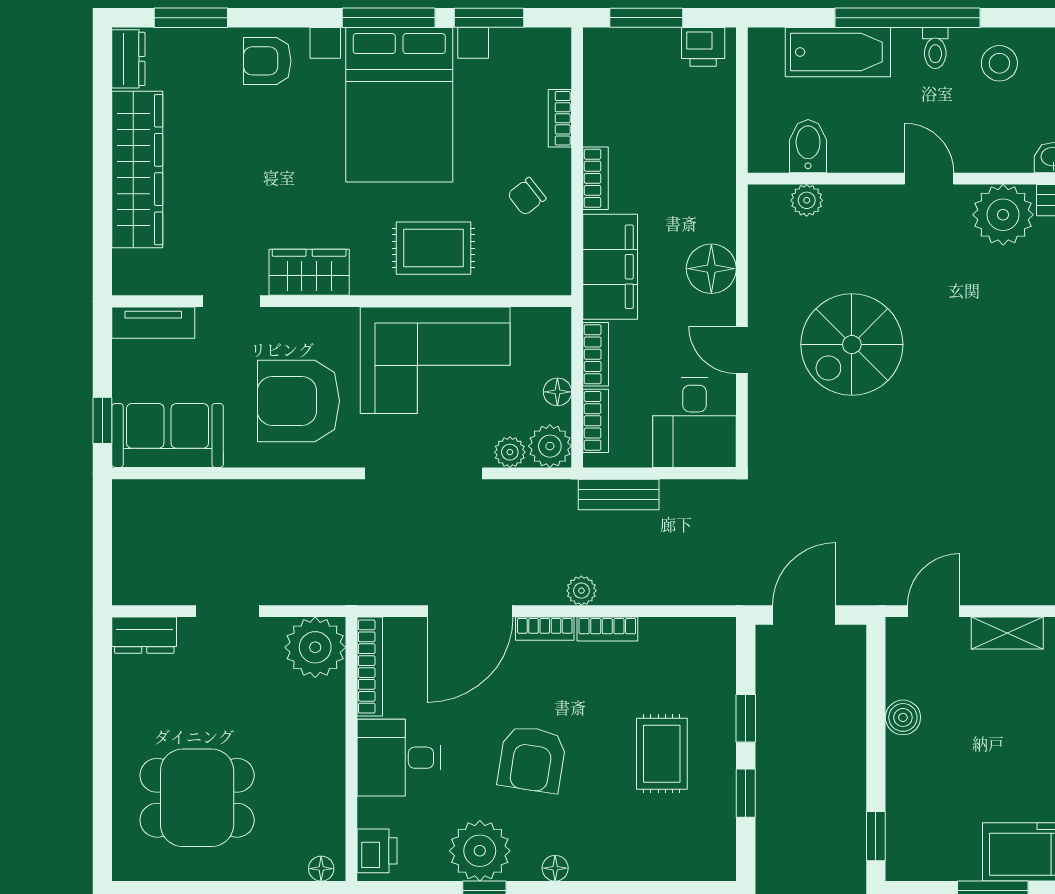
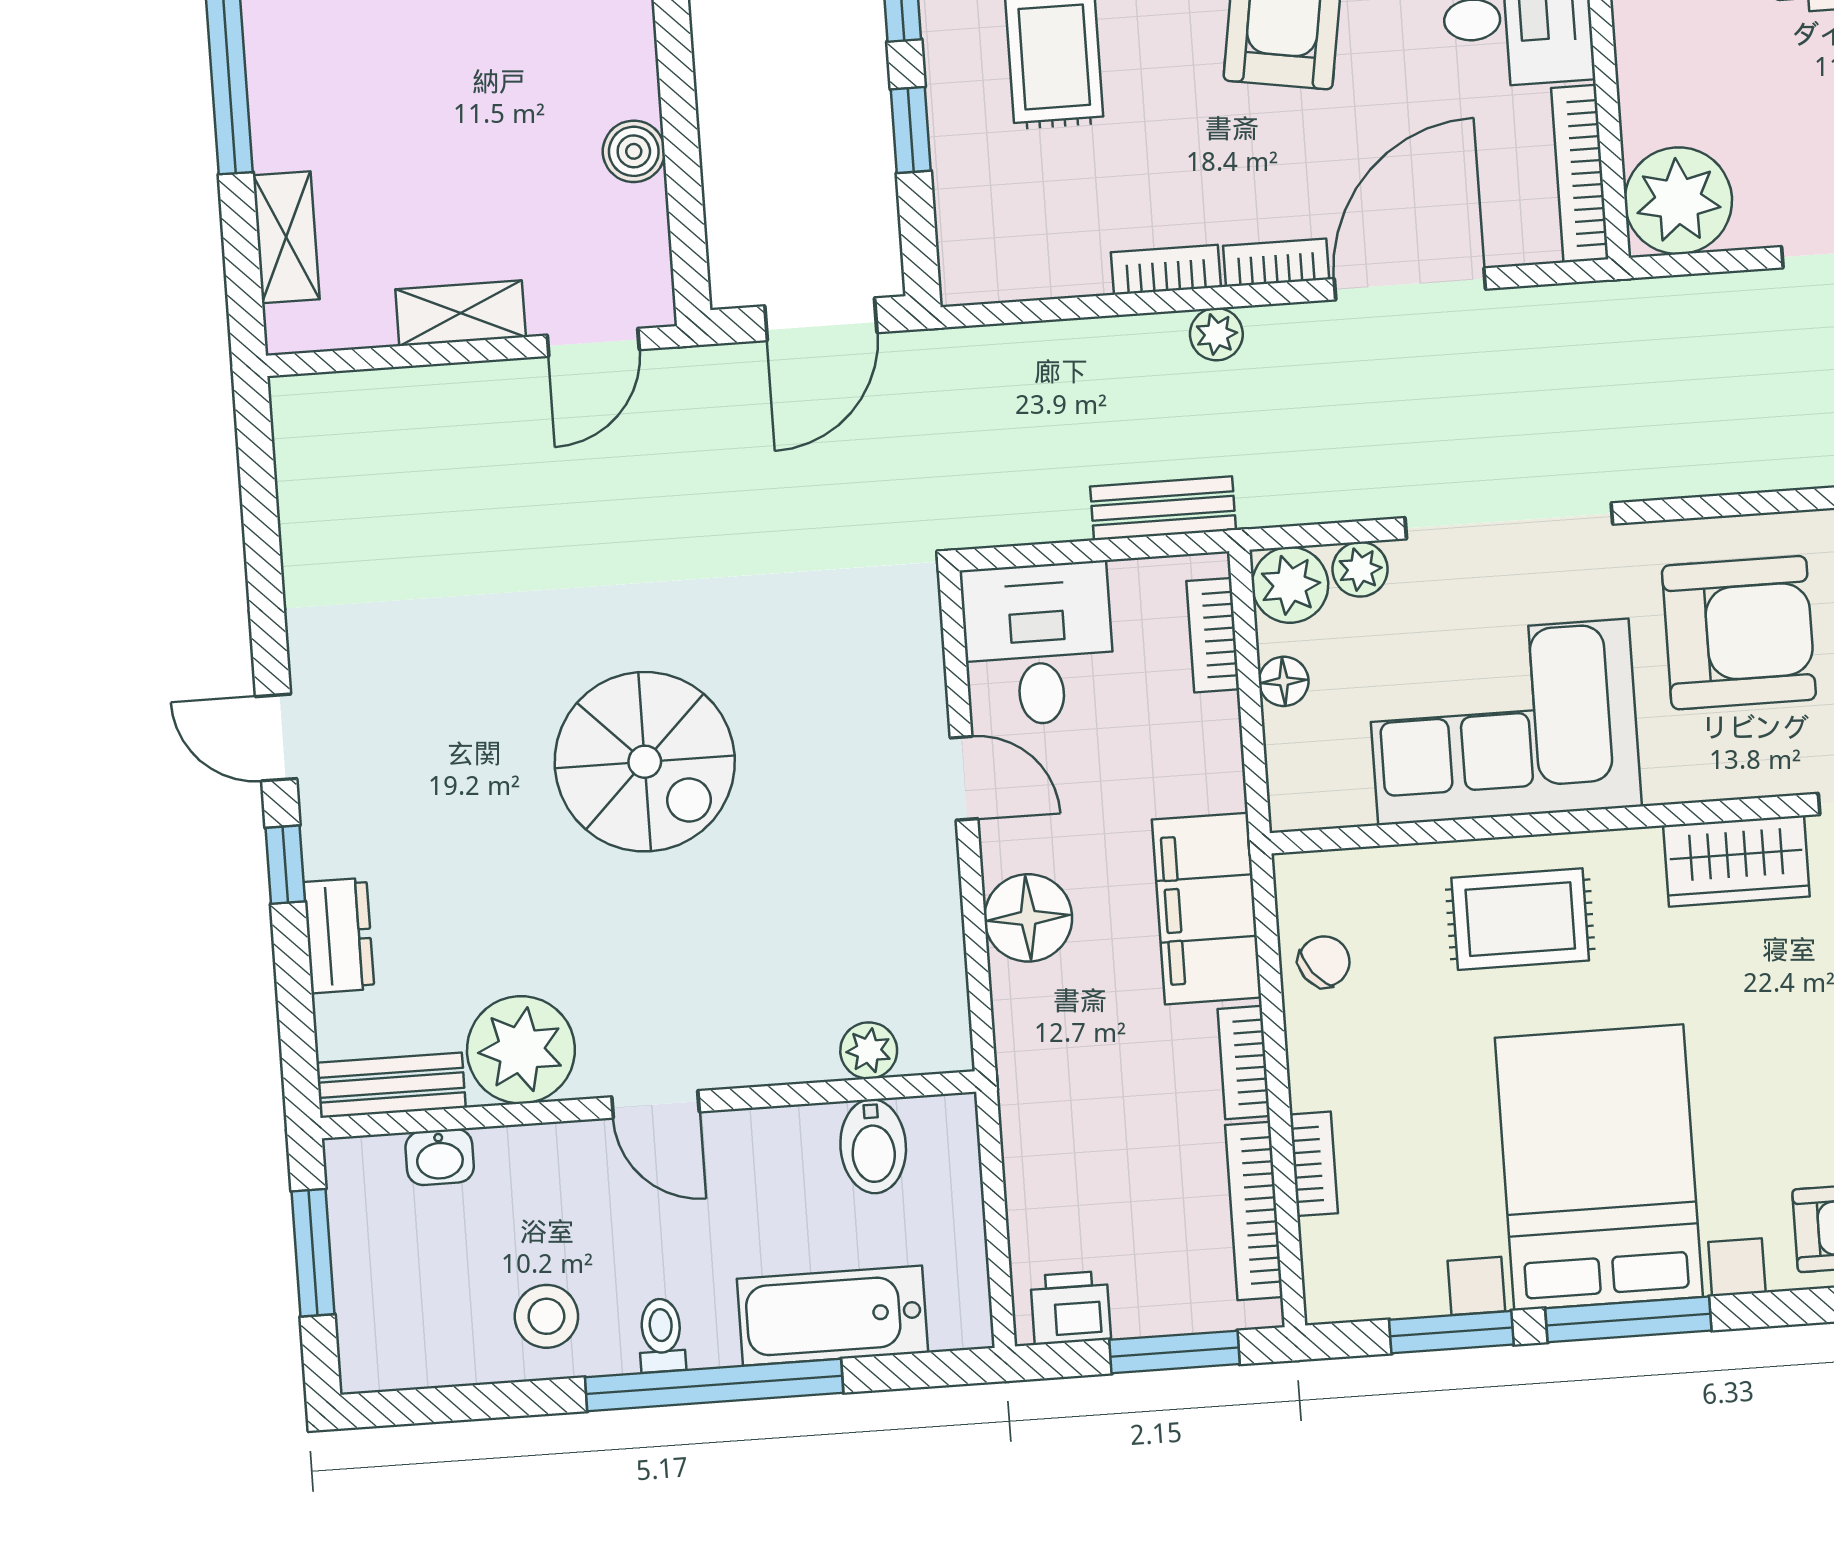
chair: (527, 196) -> (1324, 962), moved
spiral stairs: (852, 345) -> (645, 762), moved, turned 90
bookcase: (596, 354) -> (1254, 1211), moved, width x1.56

